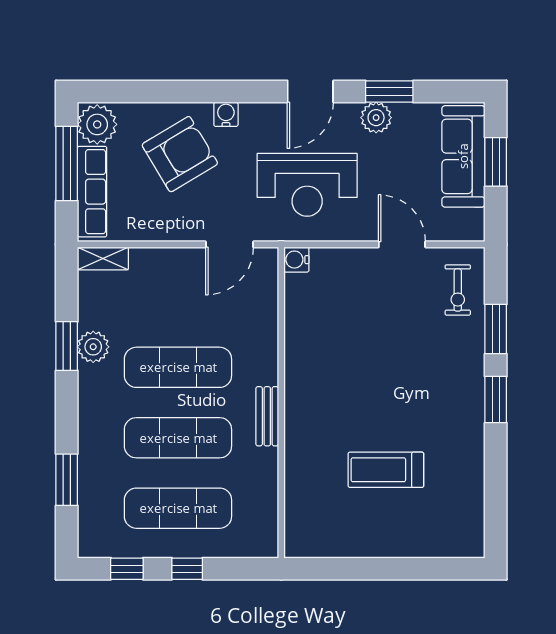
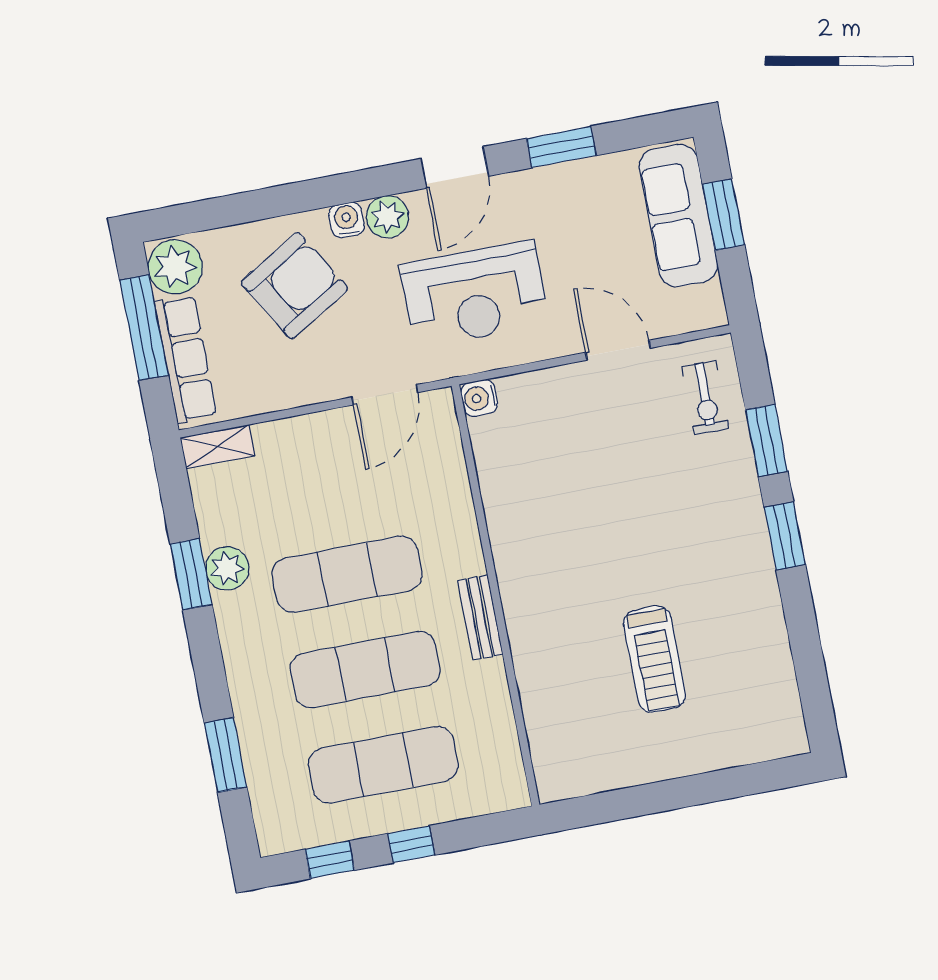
plant: (376, 118) -> (387, 217), moved
treadmill: (386, 470) -> (655, 659), turned -90

